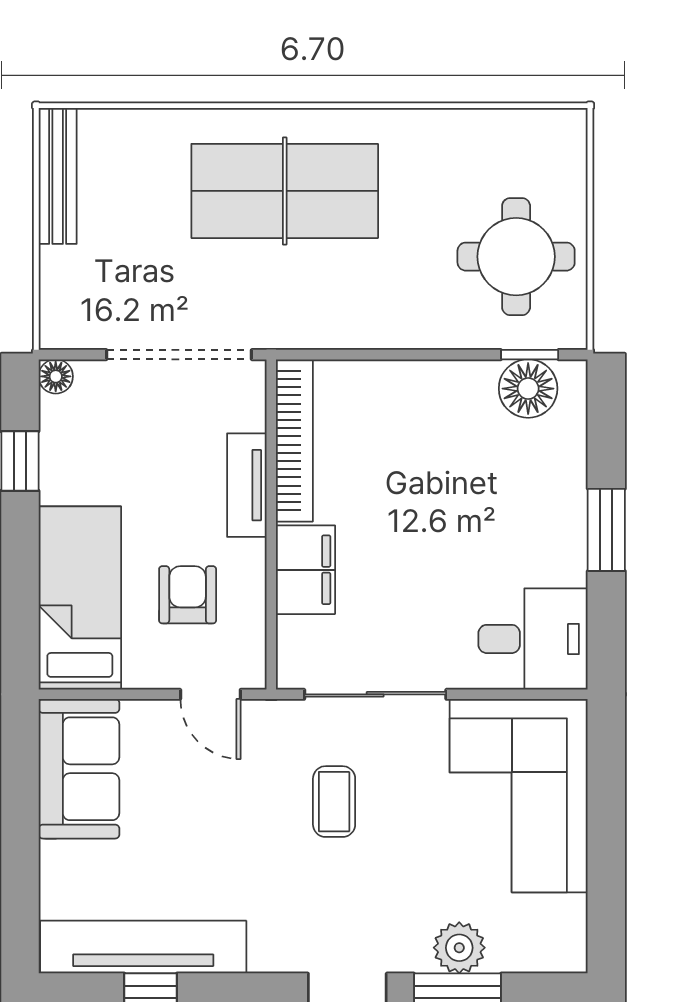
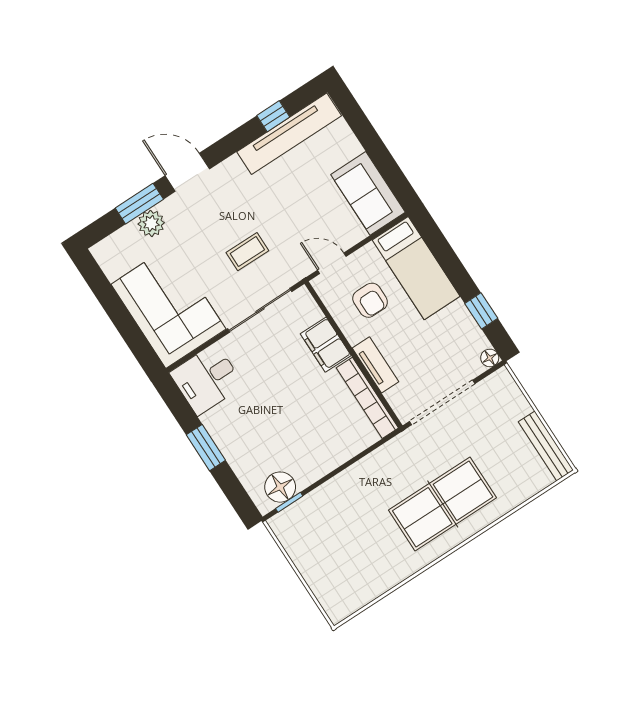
round table: (516, 257) -> (323, 541), removed
coffee table: (334, 802) -> (247, 252), turned 90

